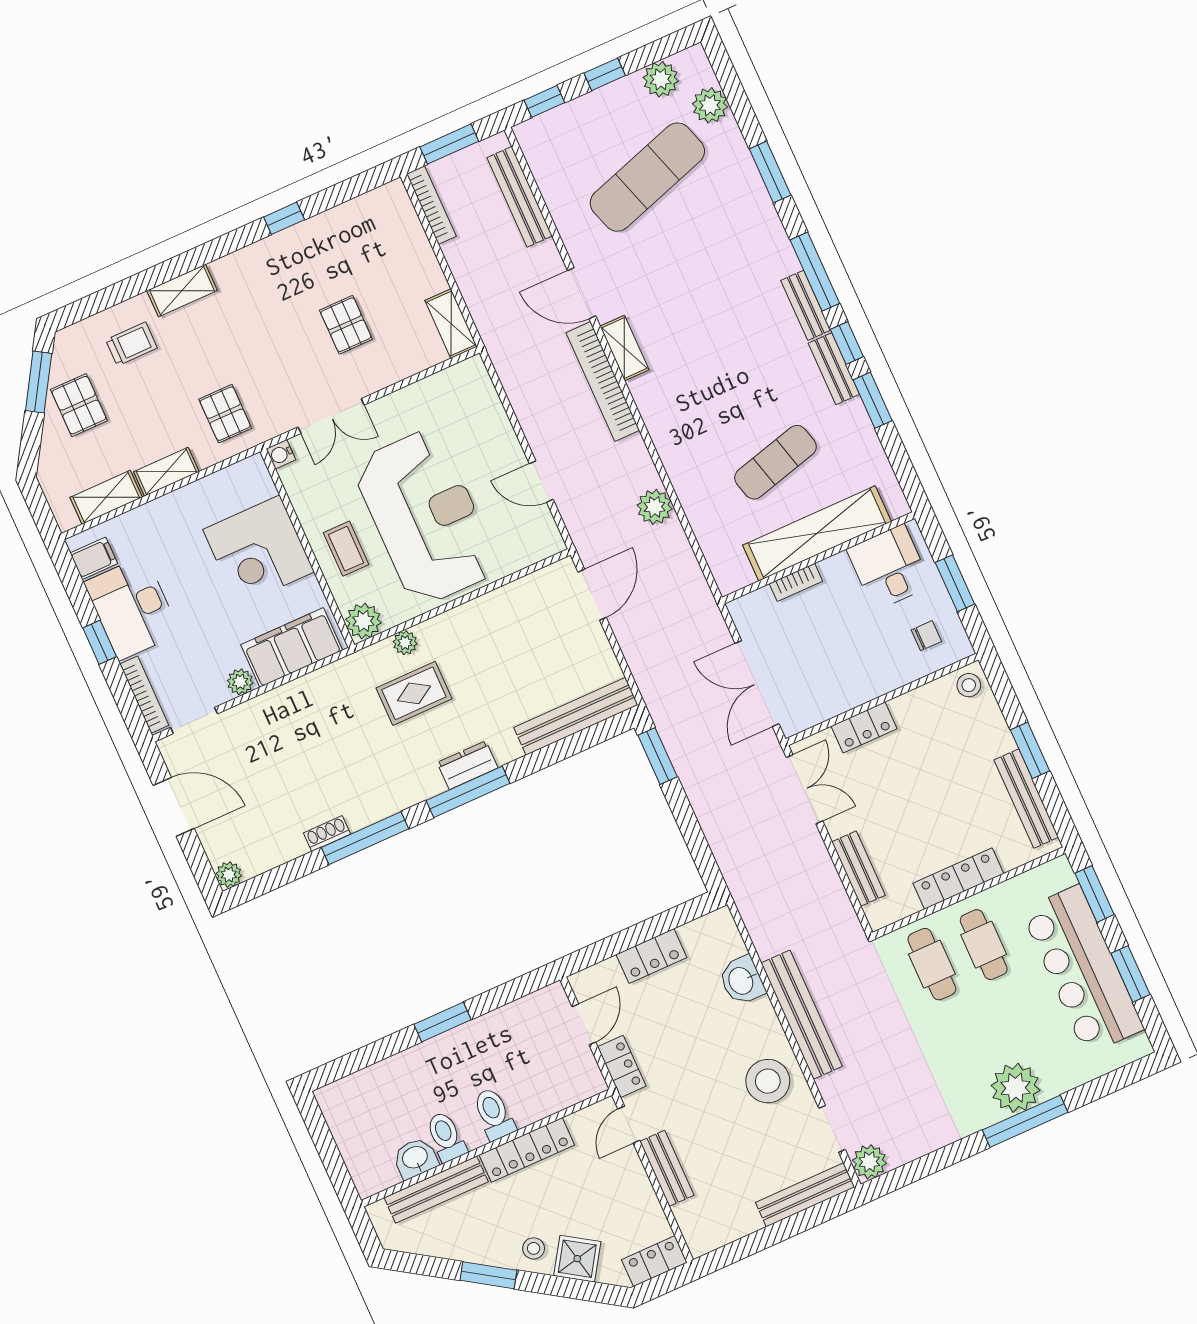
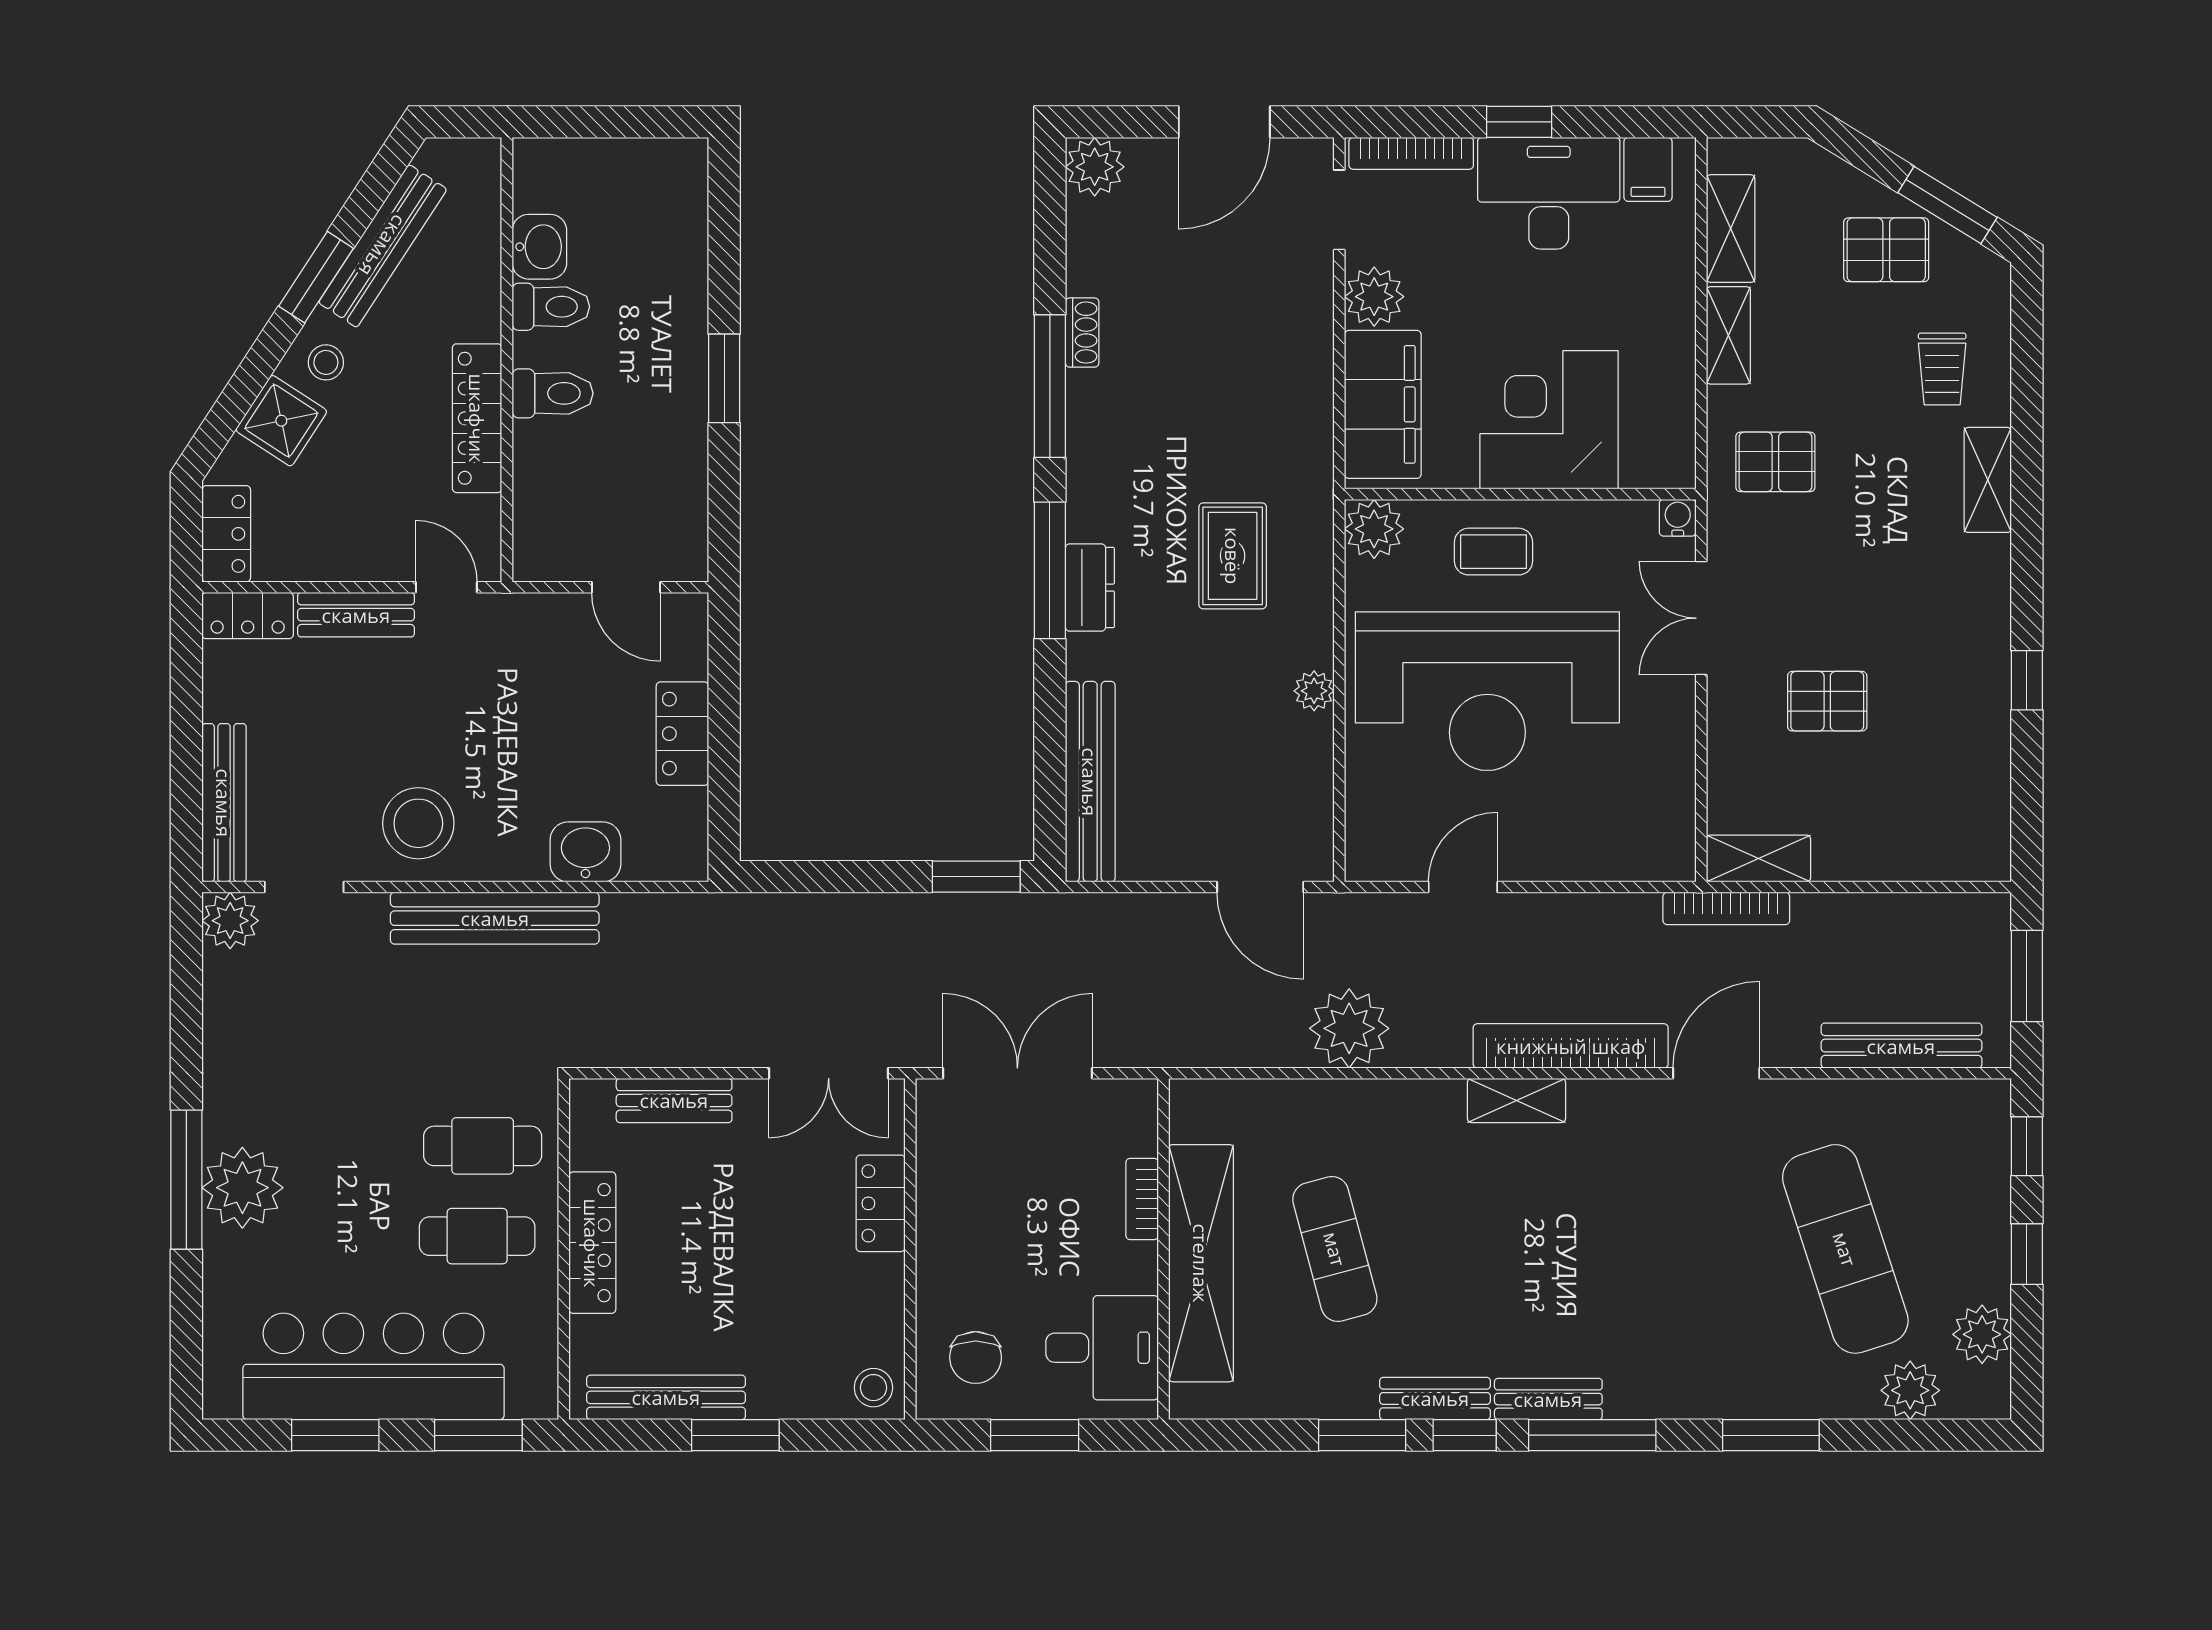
bookcase: (431, 205) -> (1726, 908), moved
shelving: (624, 348) -> (1516, 1100), moved
plant: (655, 507) -> (1349, 1028), width x1.36, depth x1.36
chair: (926, 636) -> (976, 1357), width x1.37, depth x1.37
plant: (405, 643) -> (1314, 691), moved
plant: (240, 682) -> (1374, 297), width x1.38, depth x1.38
plant: (229, 875) -> (1095, 167), width x1.38, depth x1.38
locker: (622, 1066) -> (248, 615), moved
bench: (436, 1190) -> (383, 246), moved, turned 33

